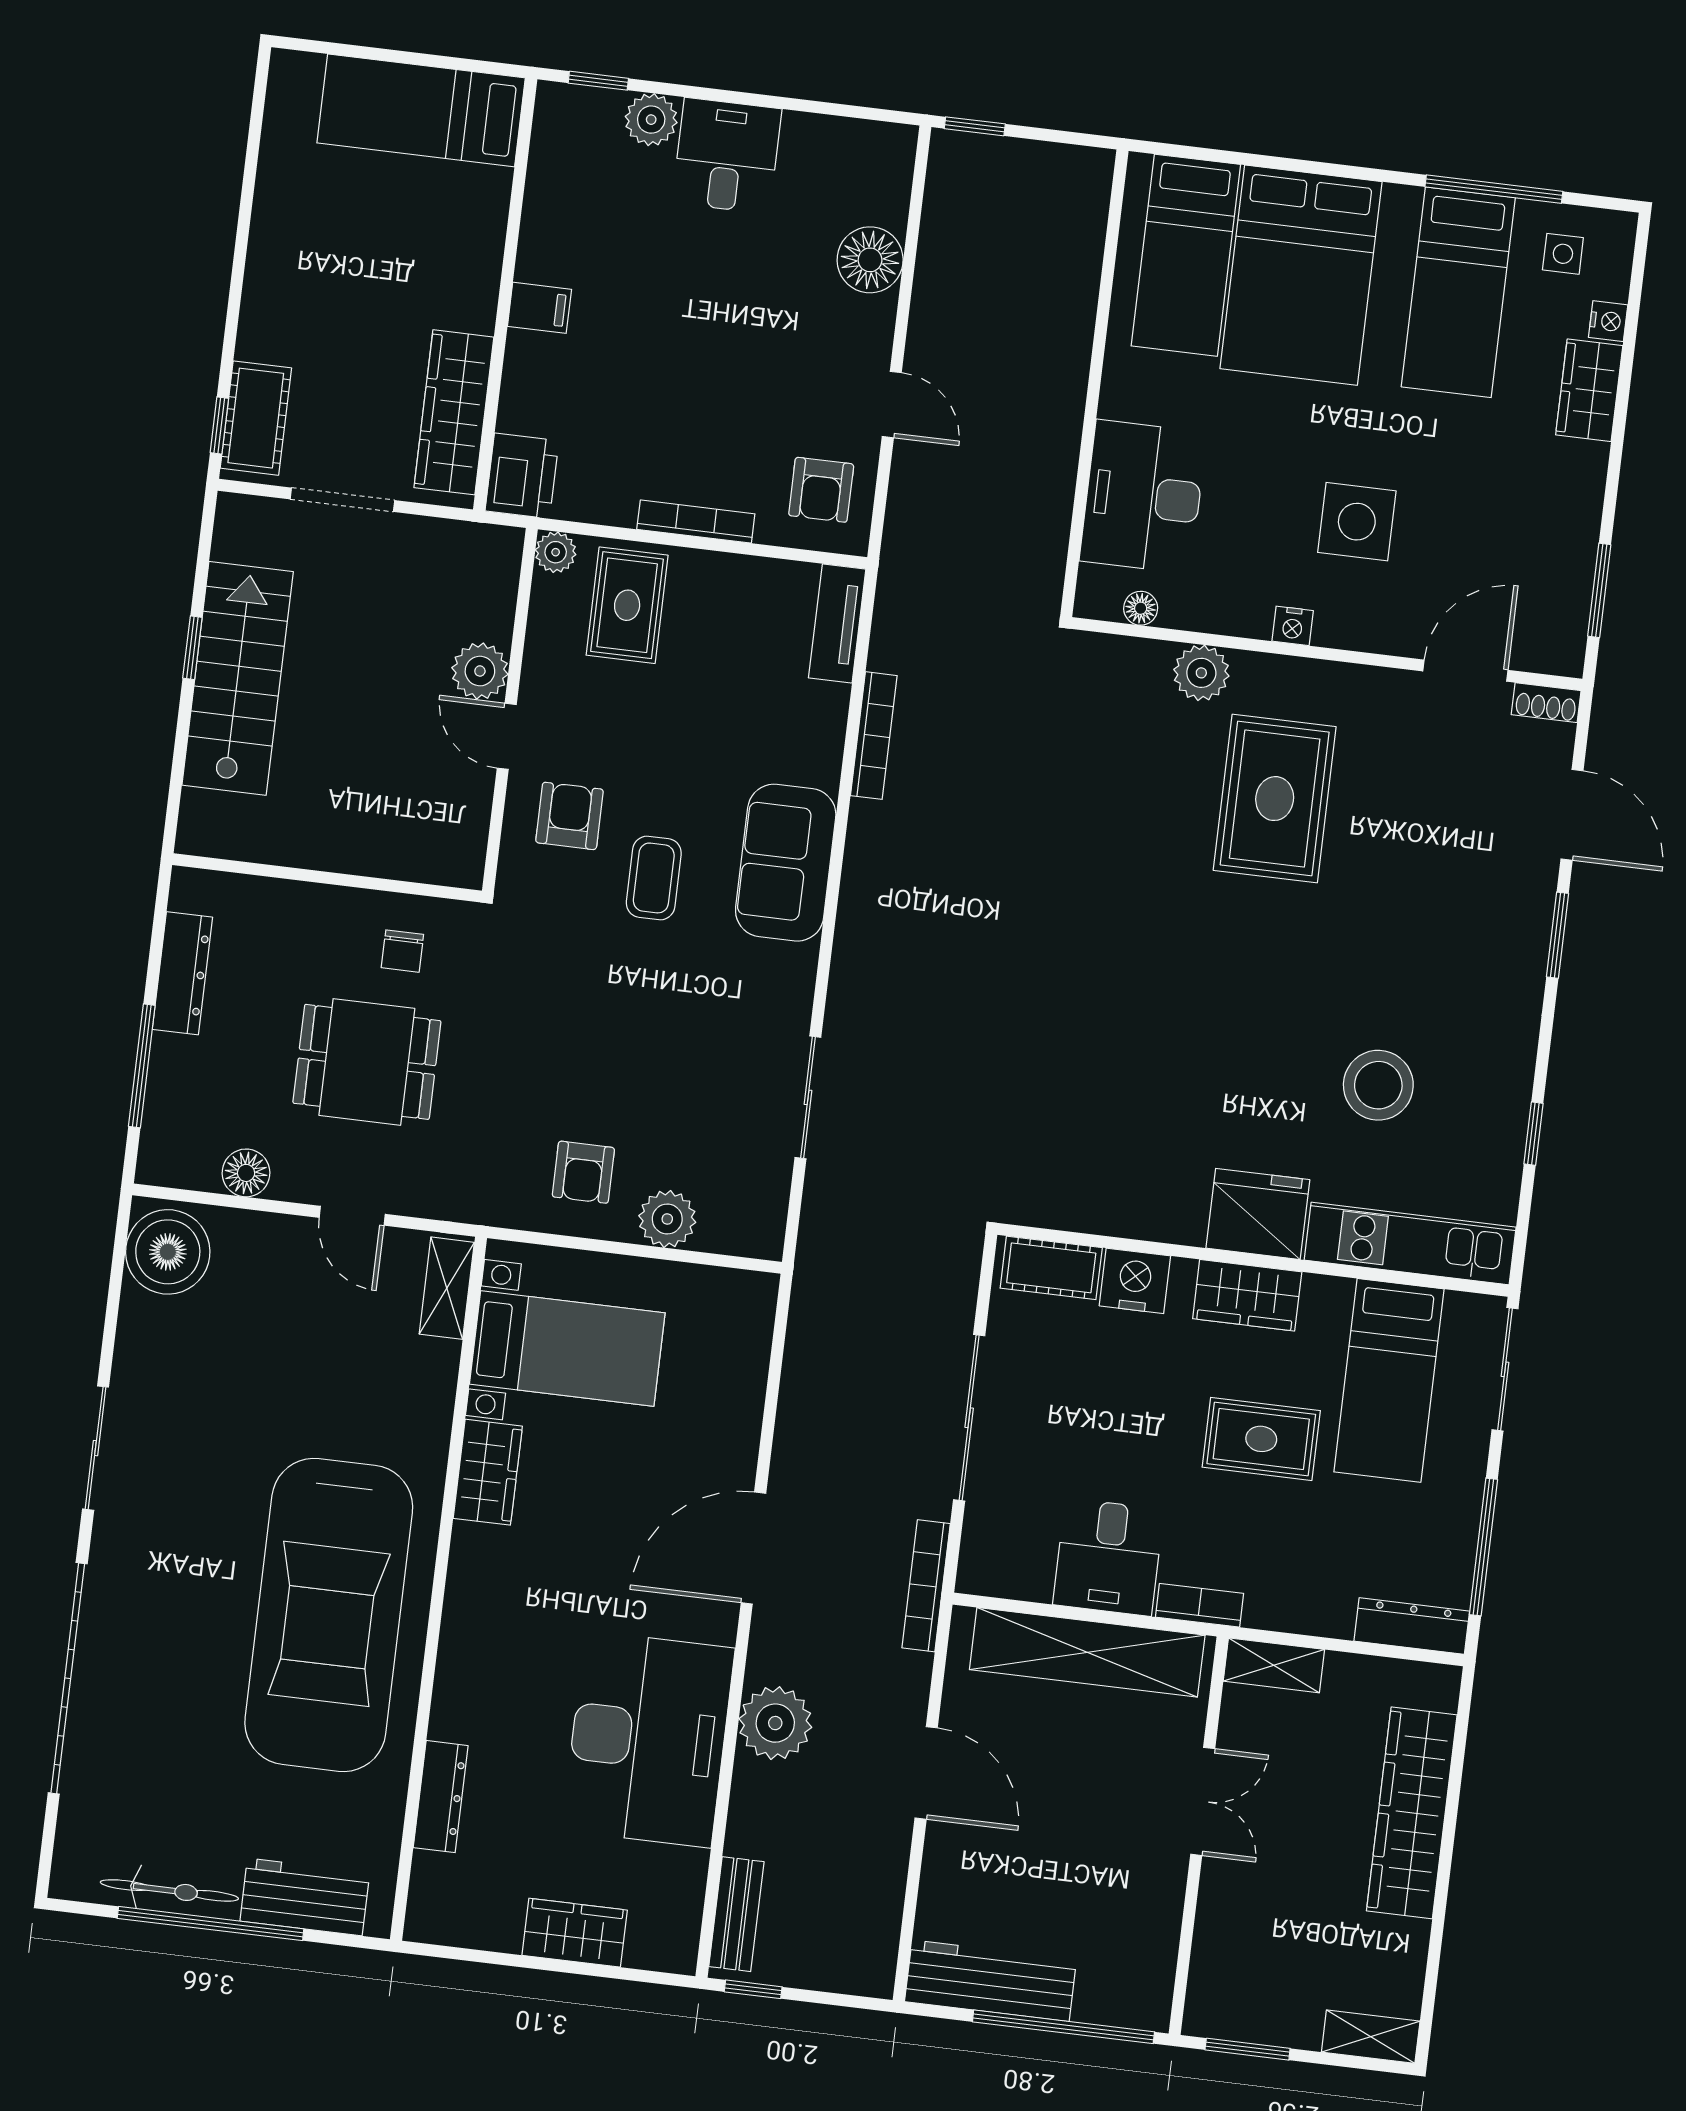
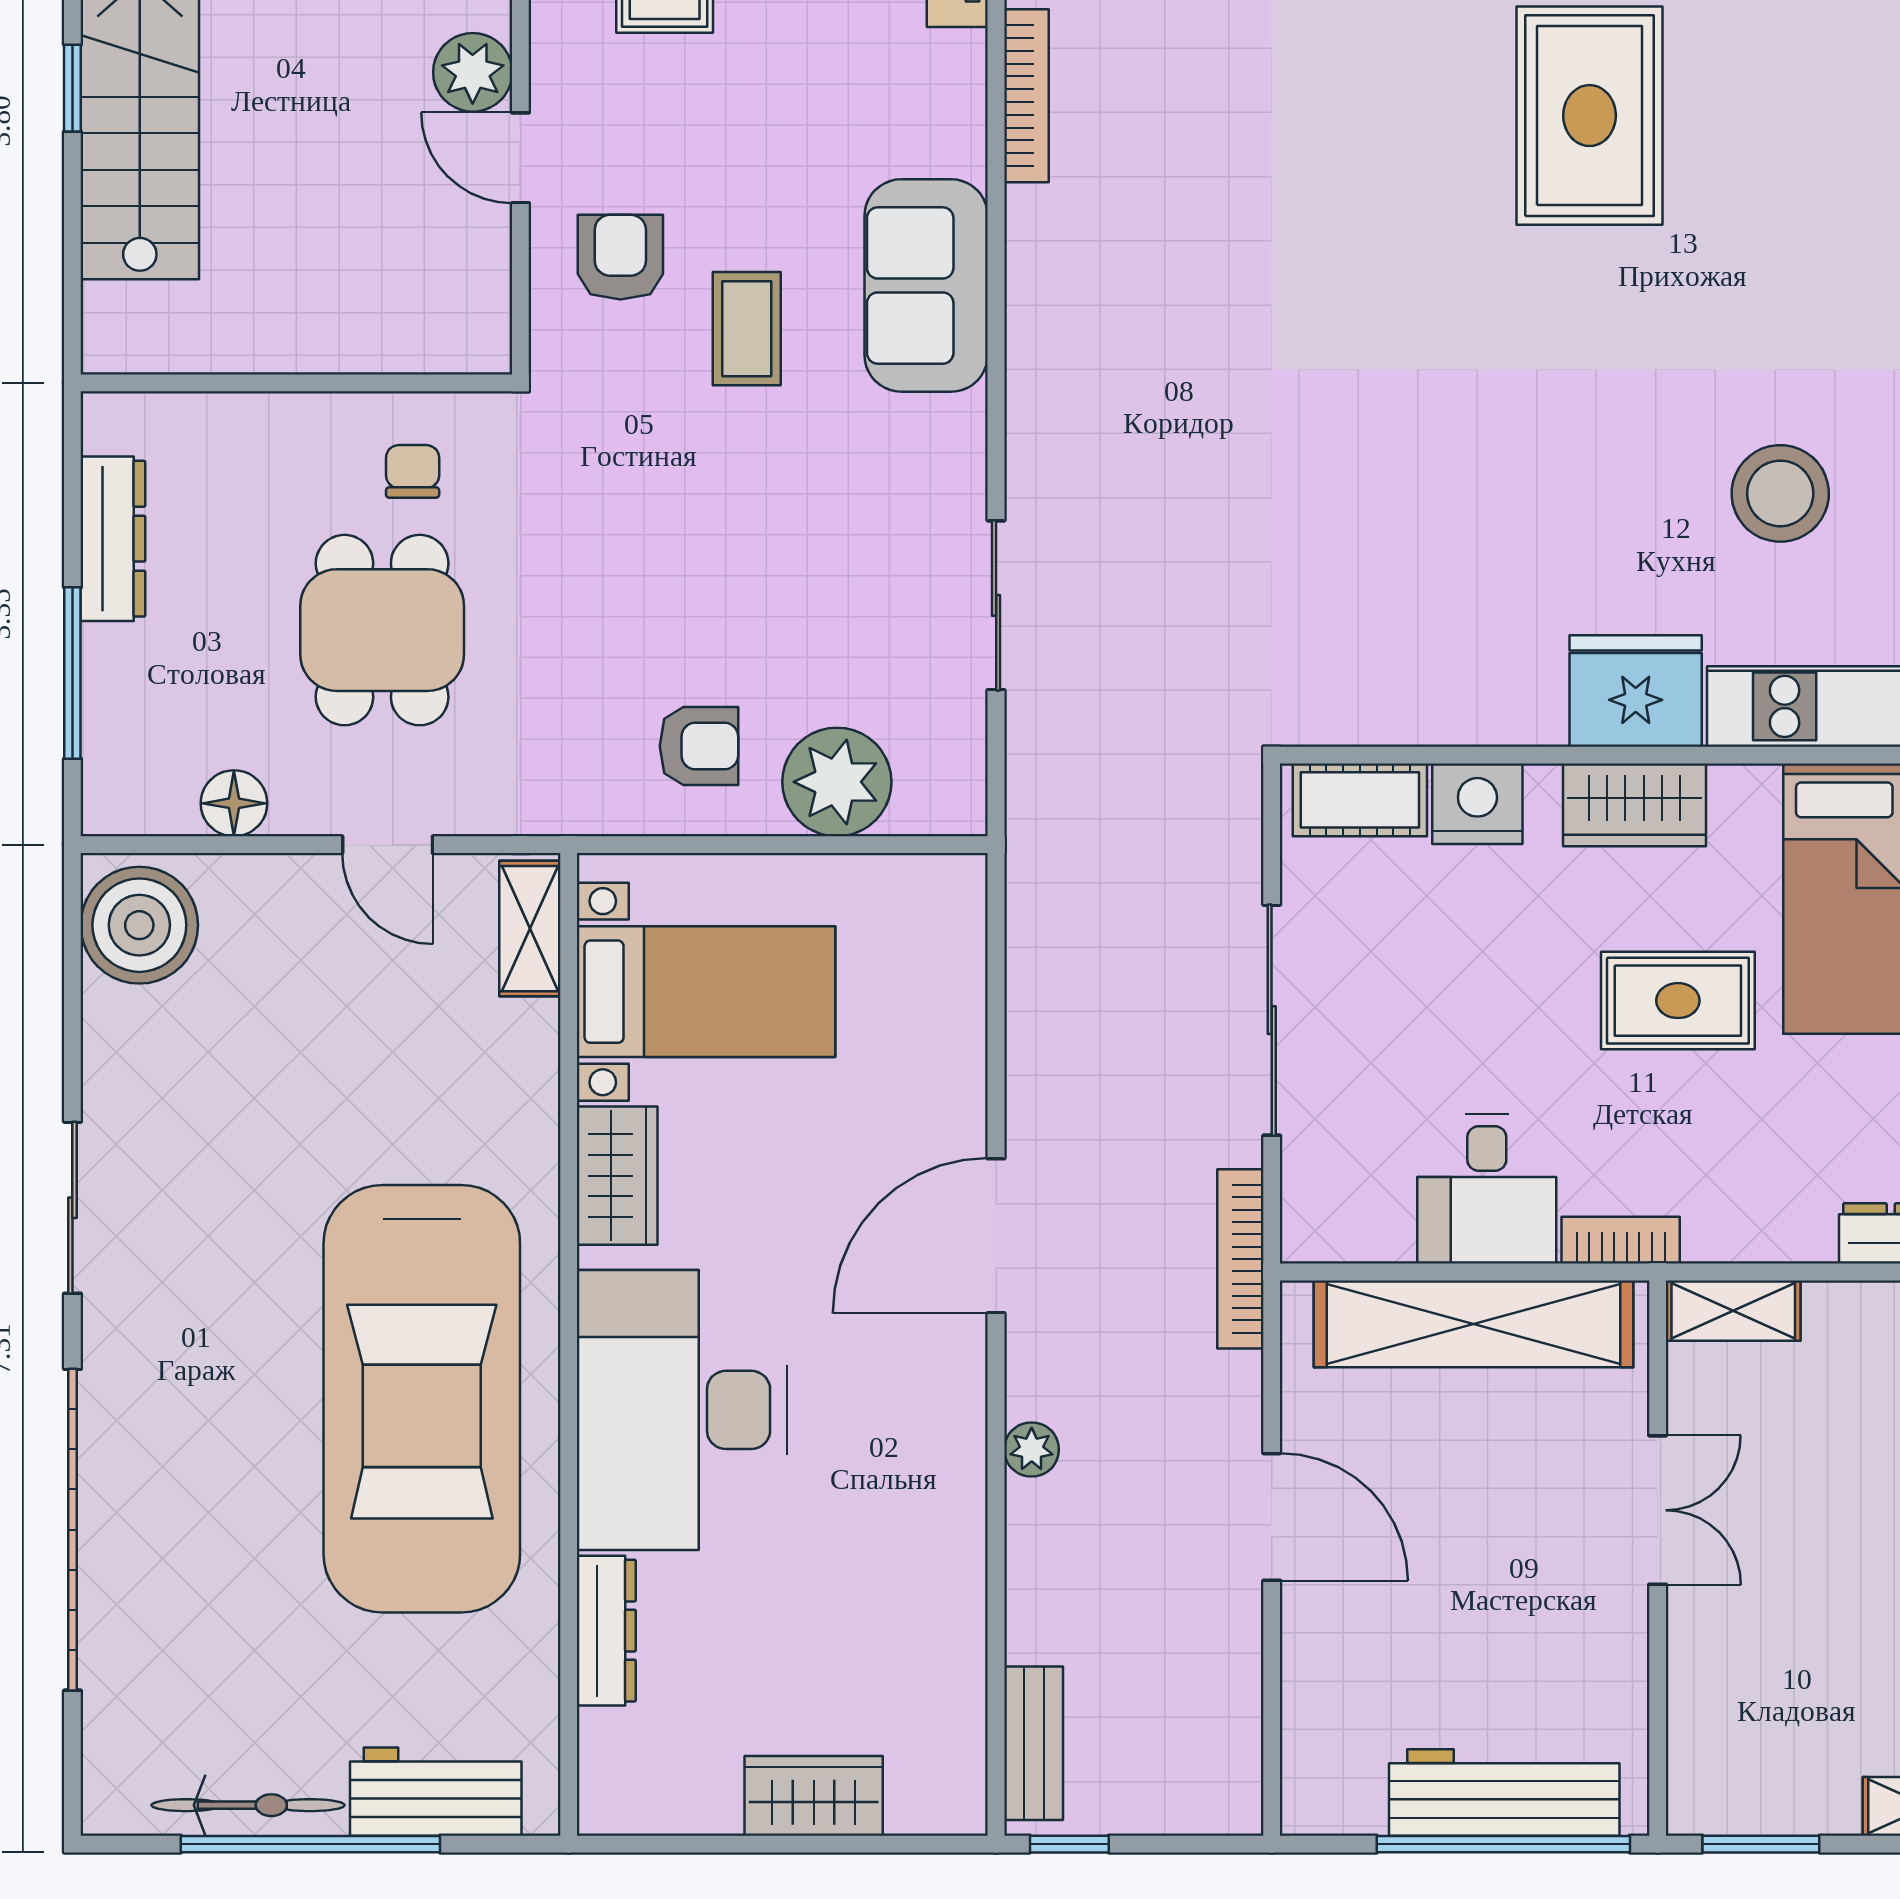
chair: (402, 951) -> (413, 471), turned 180
dining table: (367, 1062) -> (382, 630), turned 90
armchair: (583, 1172) -> (699, 746), turned -90
plant: (667, 1219) -> (837, 782), width x1.36, depth x1.36
plant: (775, 1723) -> (1032, 1449), width x0.53, depth x0.53
desk: (648, 1739) -> (682, 1410), moved, turned 180
workbench: (991, 1981) -> (1504, 1792), moved

